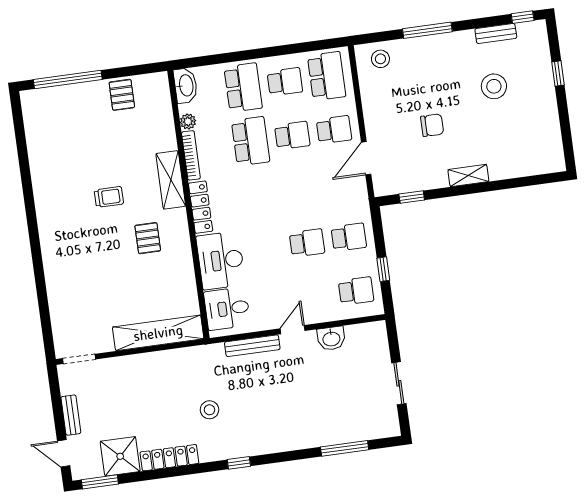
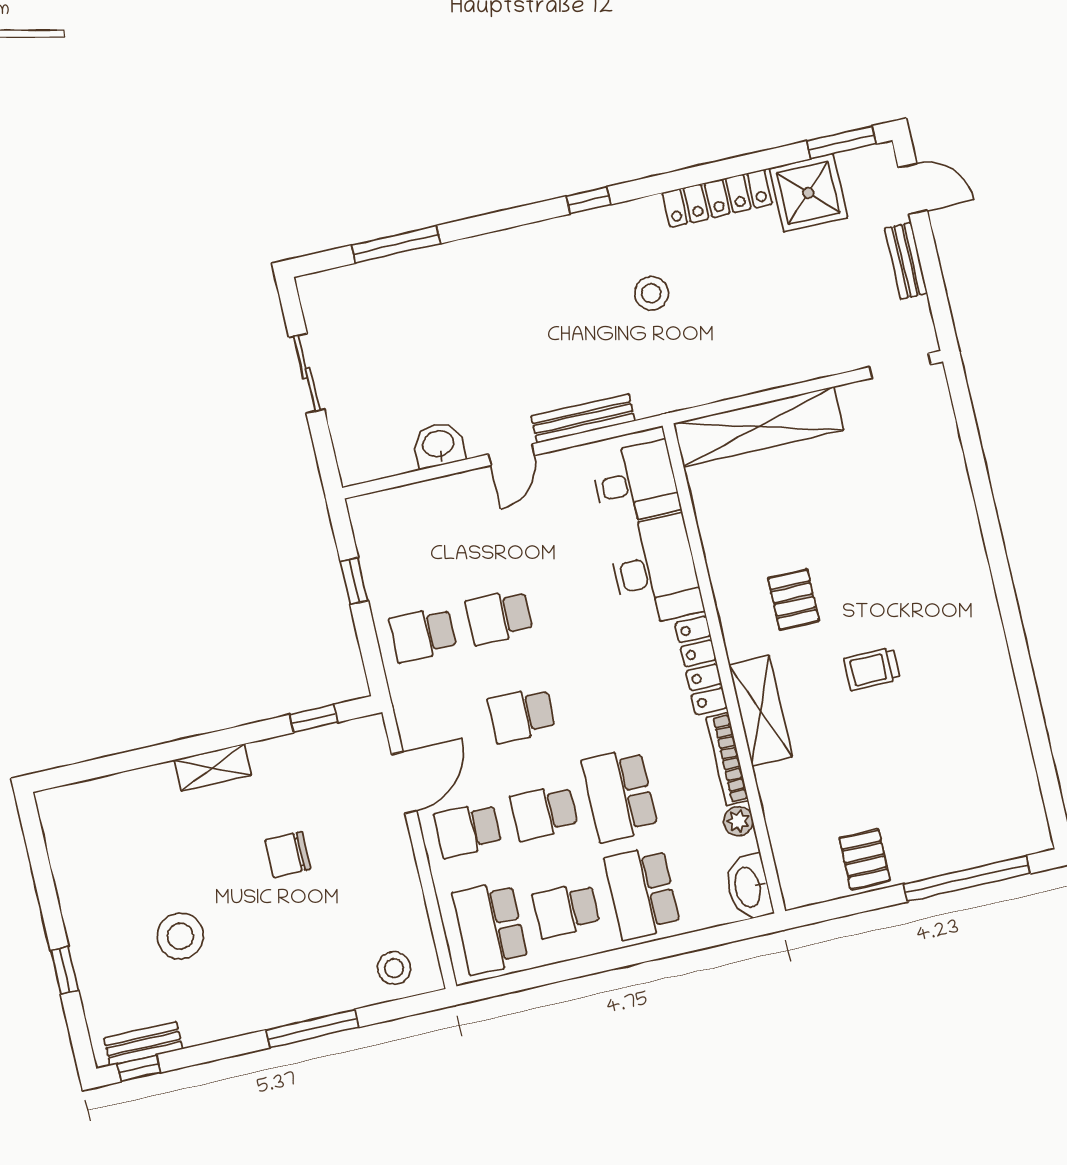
bench: (496, 33) -> (143, 1044), moved
school desk: (356, 291) -> (522, 715), moved

